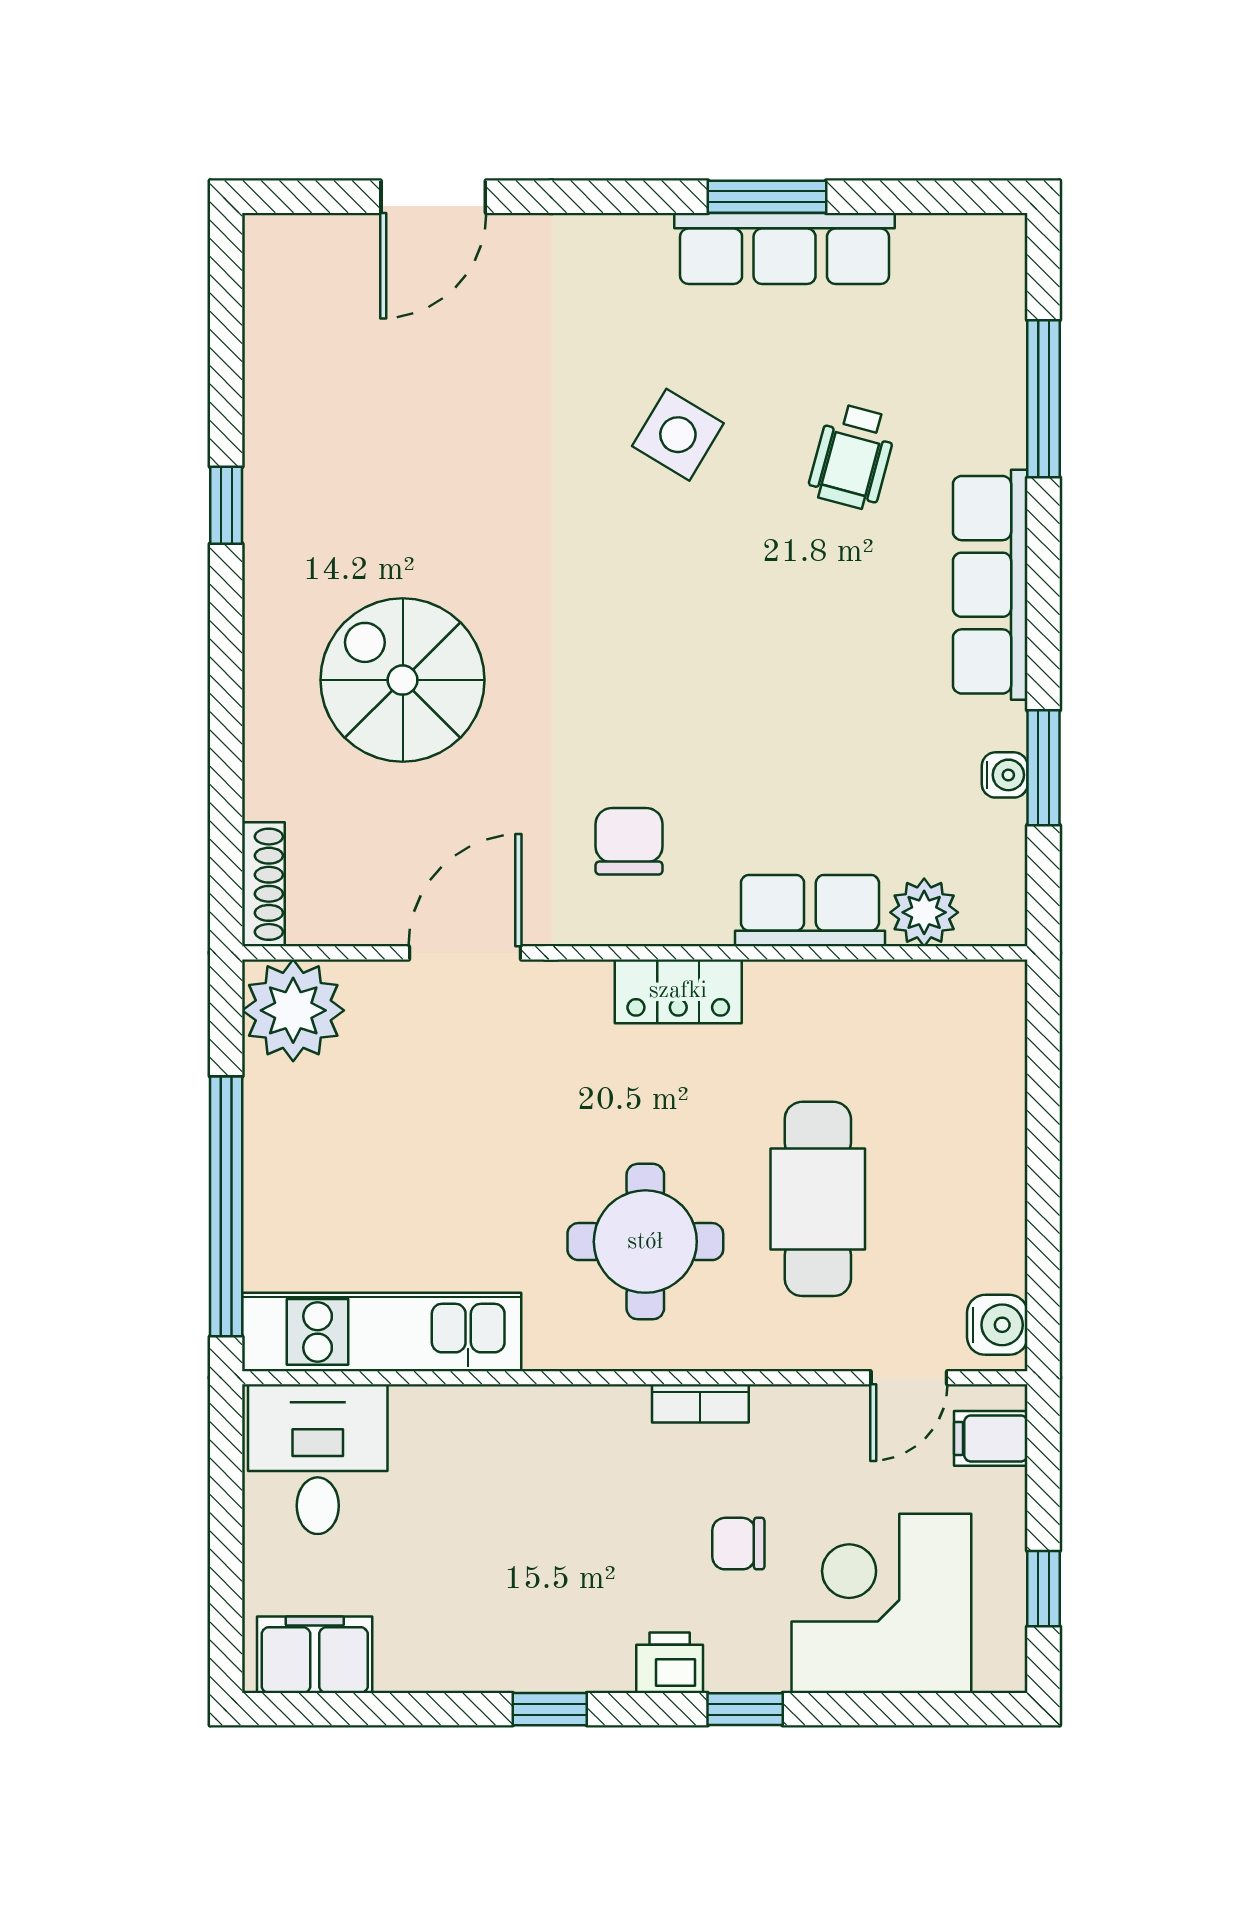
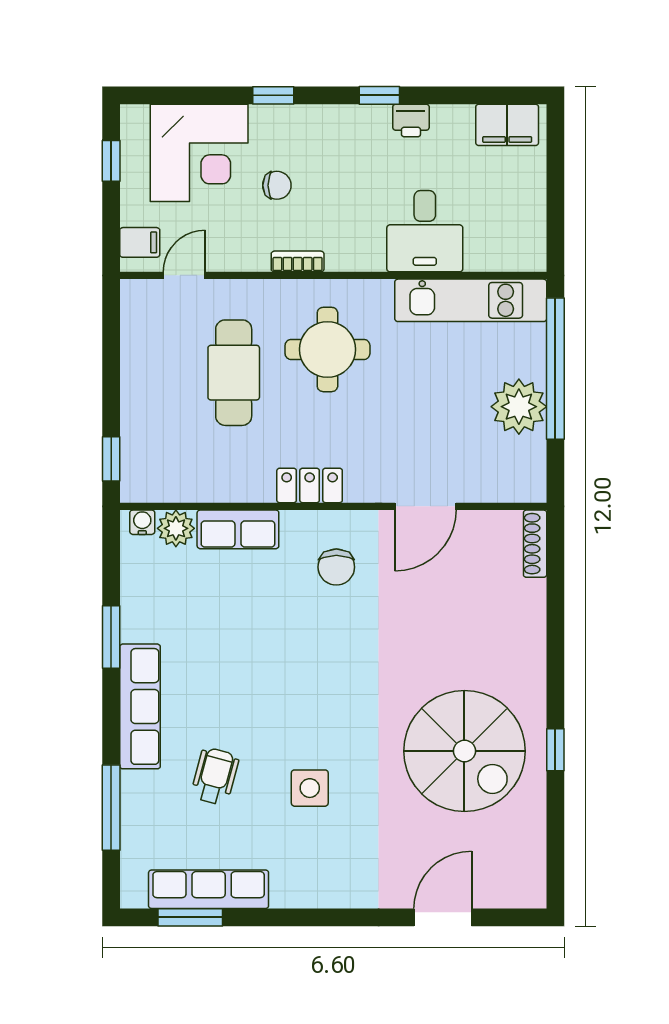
window: (767, 197) -> (190, 917), moved
row of seats: (785, 248) -> (209, 889), moved
side table: (678, 435) -> (310, 788), turned -31
spiral stairs: (403, 680) -> (464, 751), moved, width x1.37, depth x1.37
window: (1044, 768) -> (111, 637), moved
water cooler: (1005, 775) -> (142, 522), moved, turned 90
plant: (293, 1010) -> (519, 407), moved
window: (1044, 1040) -> (111, 459), added
water cooler: (997, 1325) -> (136, 304), removed
desk: (318, 1459) -> (425, 231), moved
printer: (670, 1663) -> (411, 121), moved

